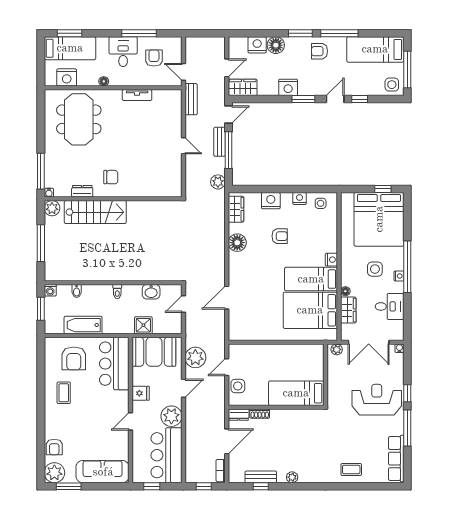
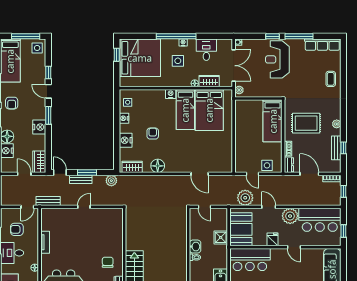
window: (228, 150) -> (87, 173), width x0.69
washbasin: (151, 292) -> (195, 247), moved
rug: (293, 437) -> (306, 123), added

